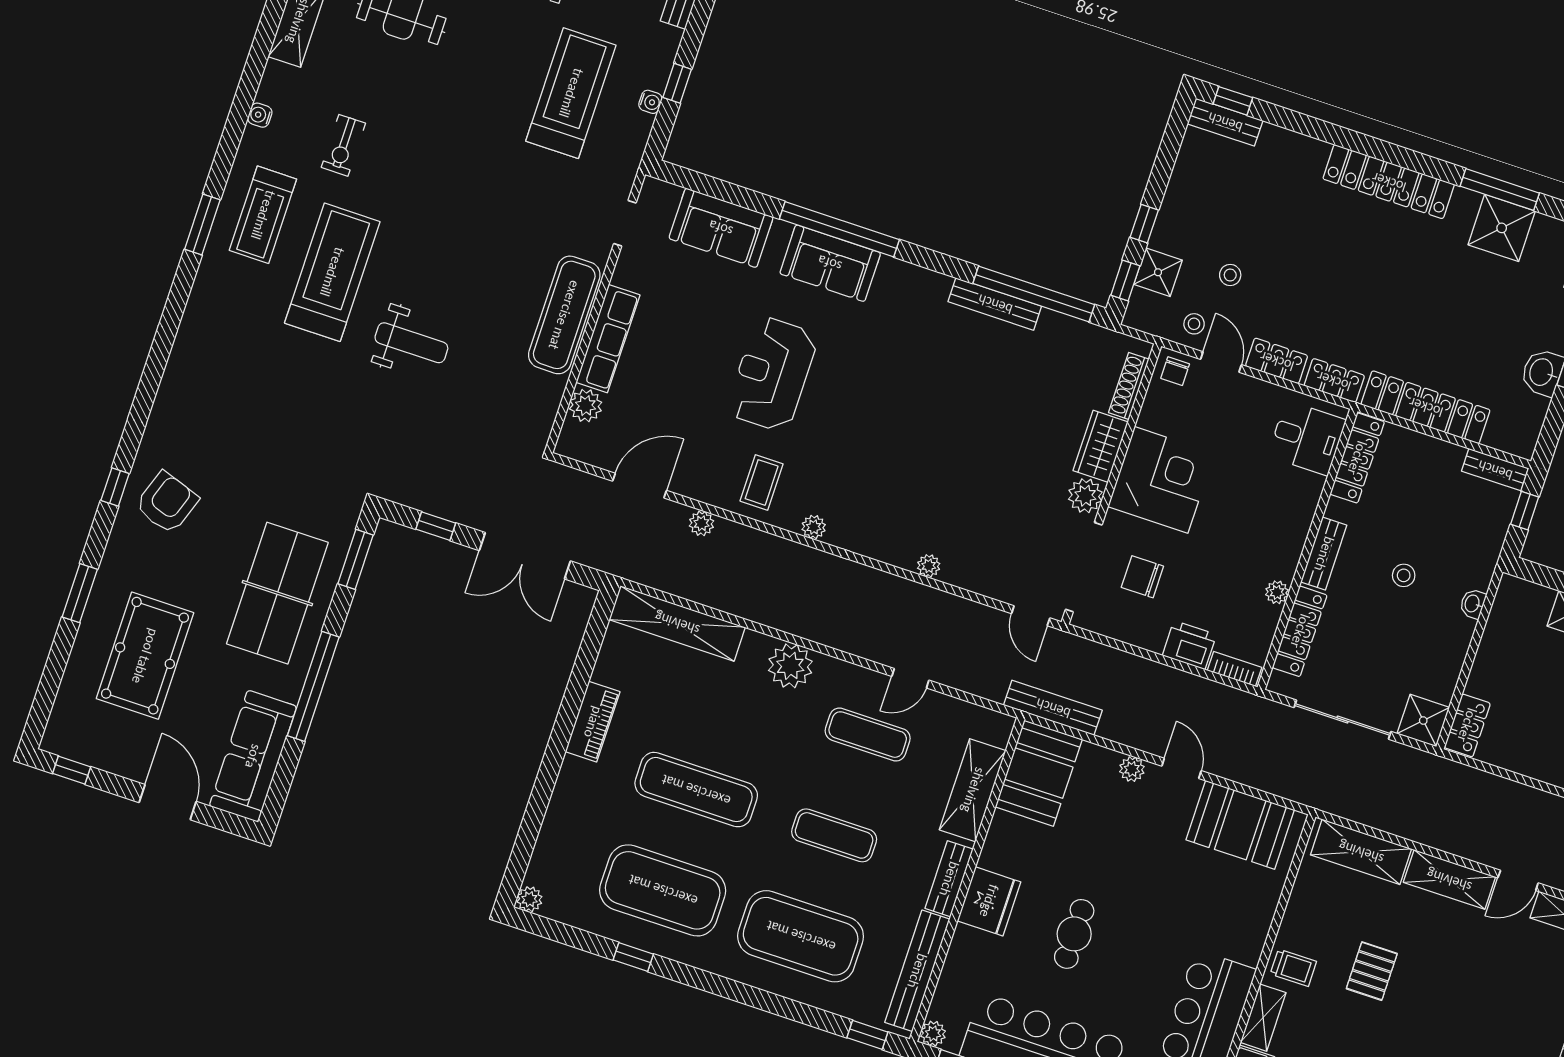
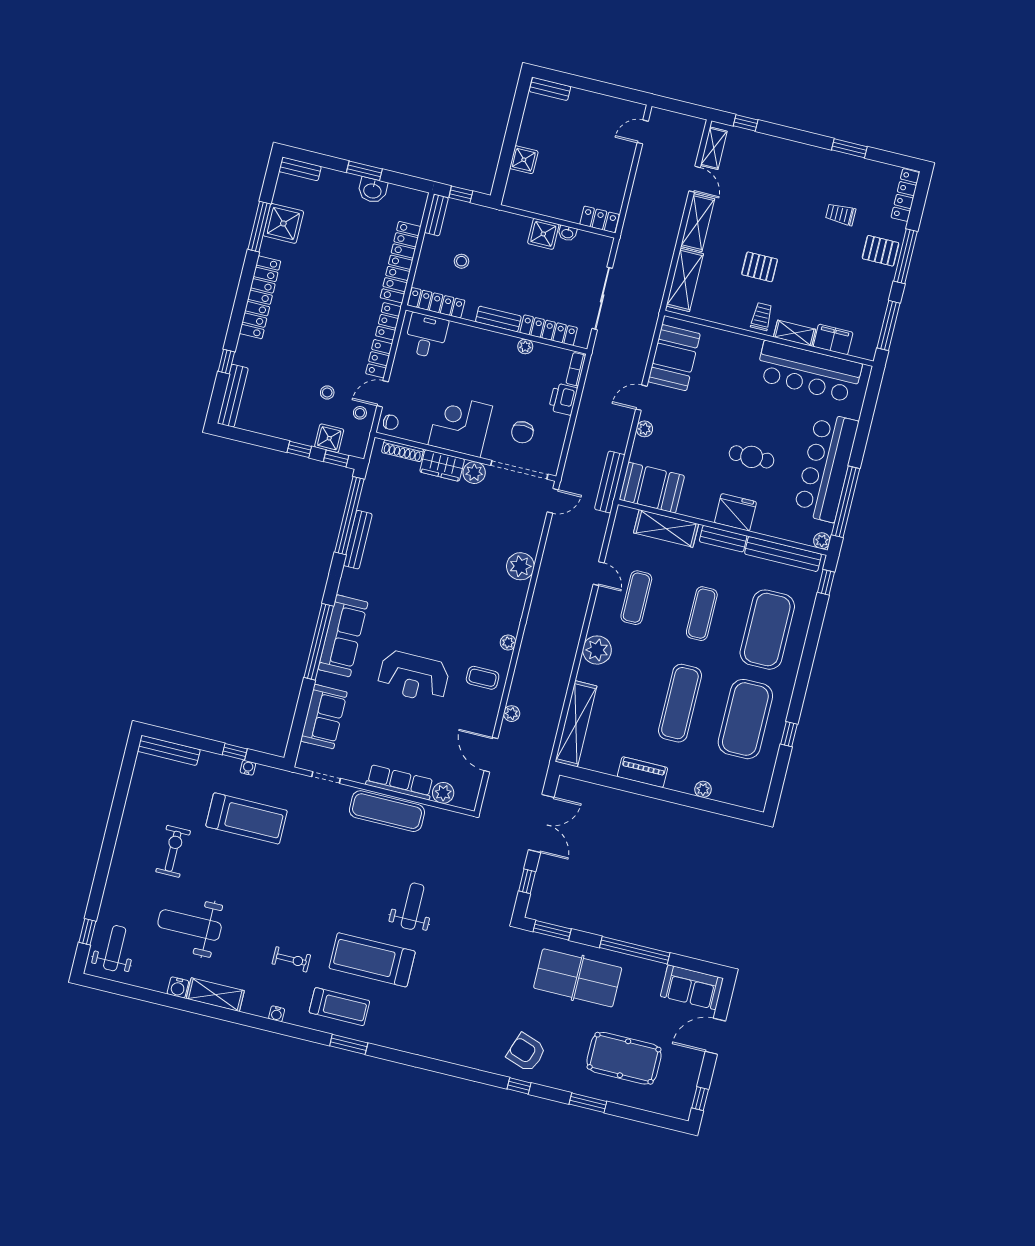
treadmill: (571, 93) -> (247, 818), turned 180
window: (1233, 101) -> (226, 362), moved
bench: (1225, 122) -> (233, 396), width x1.36
sofa: (830, 263) -> (343, 636), width x1.36
plant: (929, 566) -> (520, 566), width x1.87, depth x1.87
stool: (1404, 575) -> (461, 261), moved
washbasin: (1473, 604) -> (567, 233), moved
shower: (1423, 721) -> (543, 234), moved
sofa: (253, 756) -> (692, 987), width x0.73
plant: (529, 899) -> (703, 789), moved

